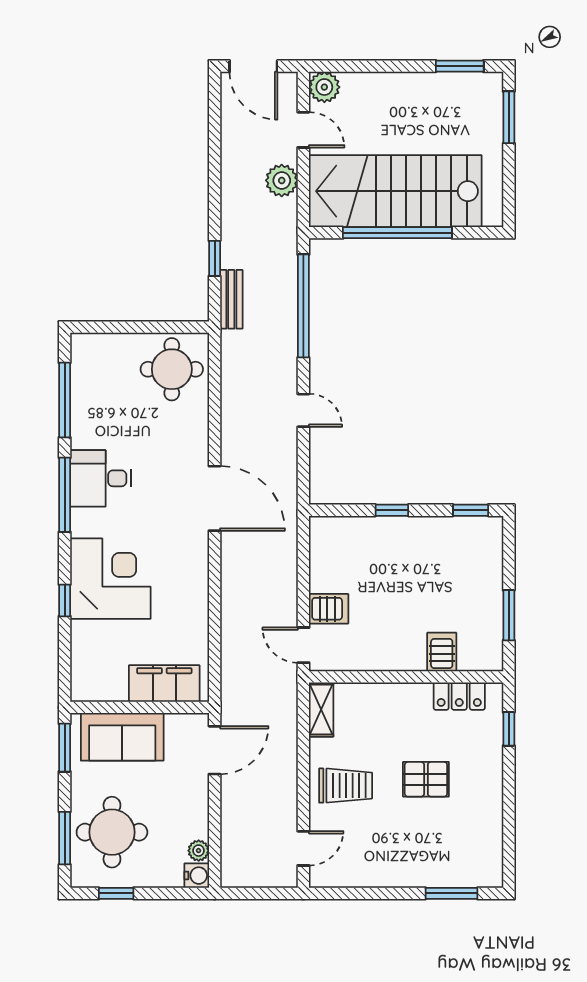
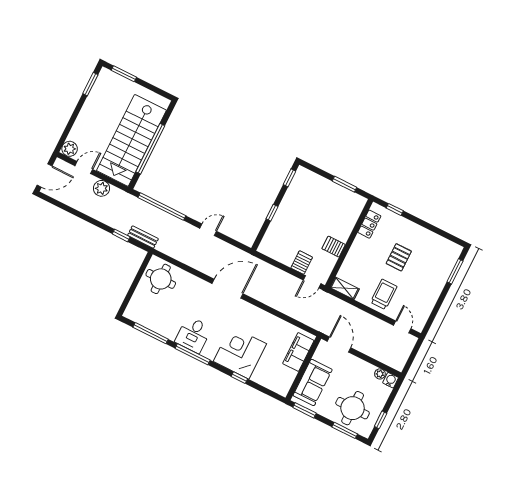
server rack: (442, 652) -> (334, 247), moved

